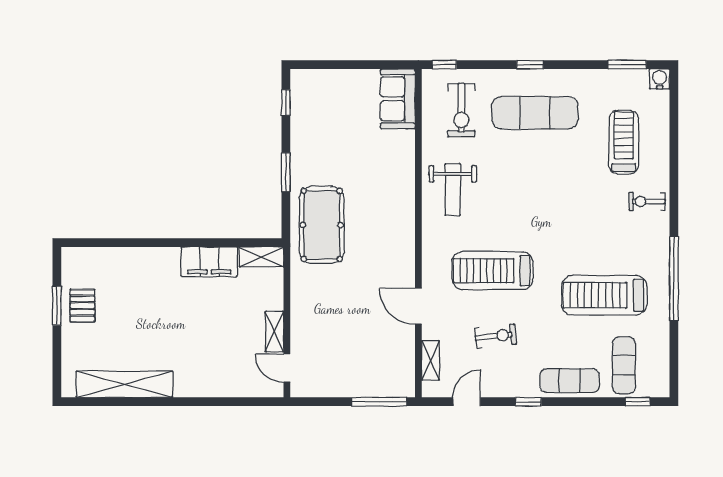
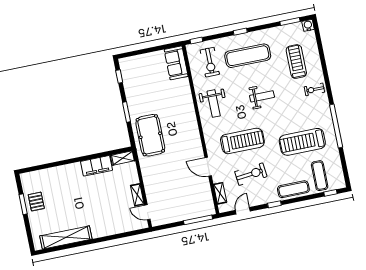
weight bench: (546, 194) -> (262, 96), added
treadmill: (492, 271) -> (242, 141), turned 180
exercise bike: (495, 336) -> (251, 174), width x1.38, depth x1.39

